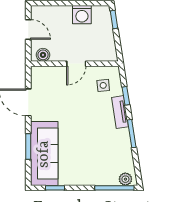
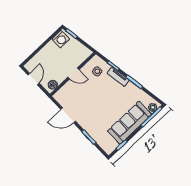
washing machine: (82, 15) -> (61, 39), moved
door: (28, 29) -> (34, 79), hinge flipped
door: (76, 64) -> (74, 73), hinge flipped
sofa: (44, 154) -> (129, 123), moved, turned -90

